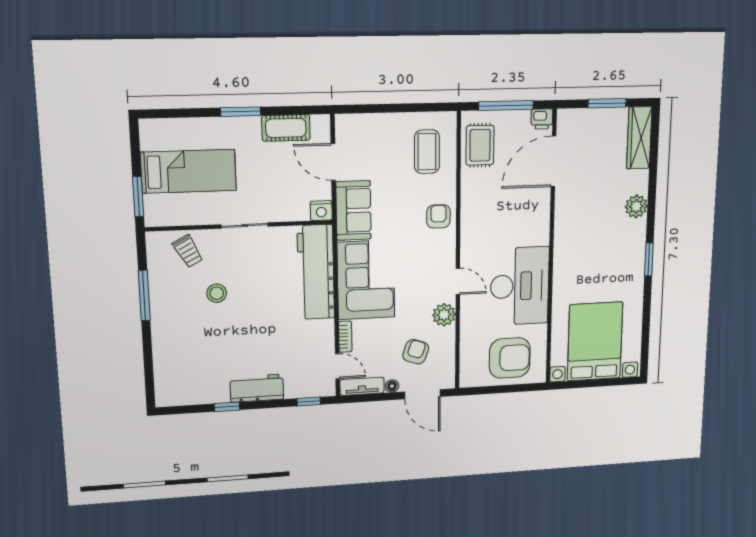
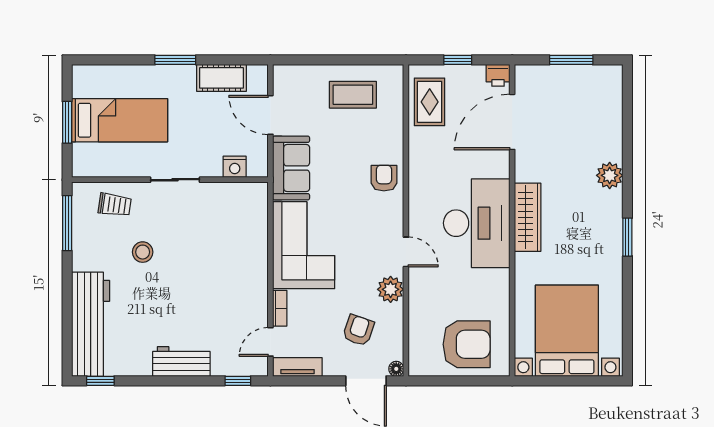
window: (506, 106) -> (458, 60), width x0.46
wardrobe: (639, 138) -> (528, 217), moved, turned 180
coffee table: (427, 152) -> (353, 95), moved, turned 90
window: (138, 197) -> (67, 122), moved
nightstand: (321, 211) -> (235, 167), moved
trolley: (188, 251) -> (115, 205), turned -54
workbench: (316, 272) -> (91, 324), moved, turned 180
desk: (520, 286) -> (477, 223), moved
window: (144, 295) -> (67, 223), moved
door: (337, 366) -> (270, 342), swing flipped
floor lamp: (392, 386) -> (396, 369), moved
window: (227, 407) -> (100, 381), moved

